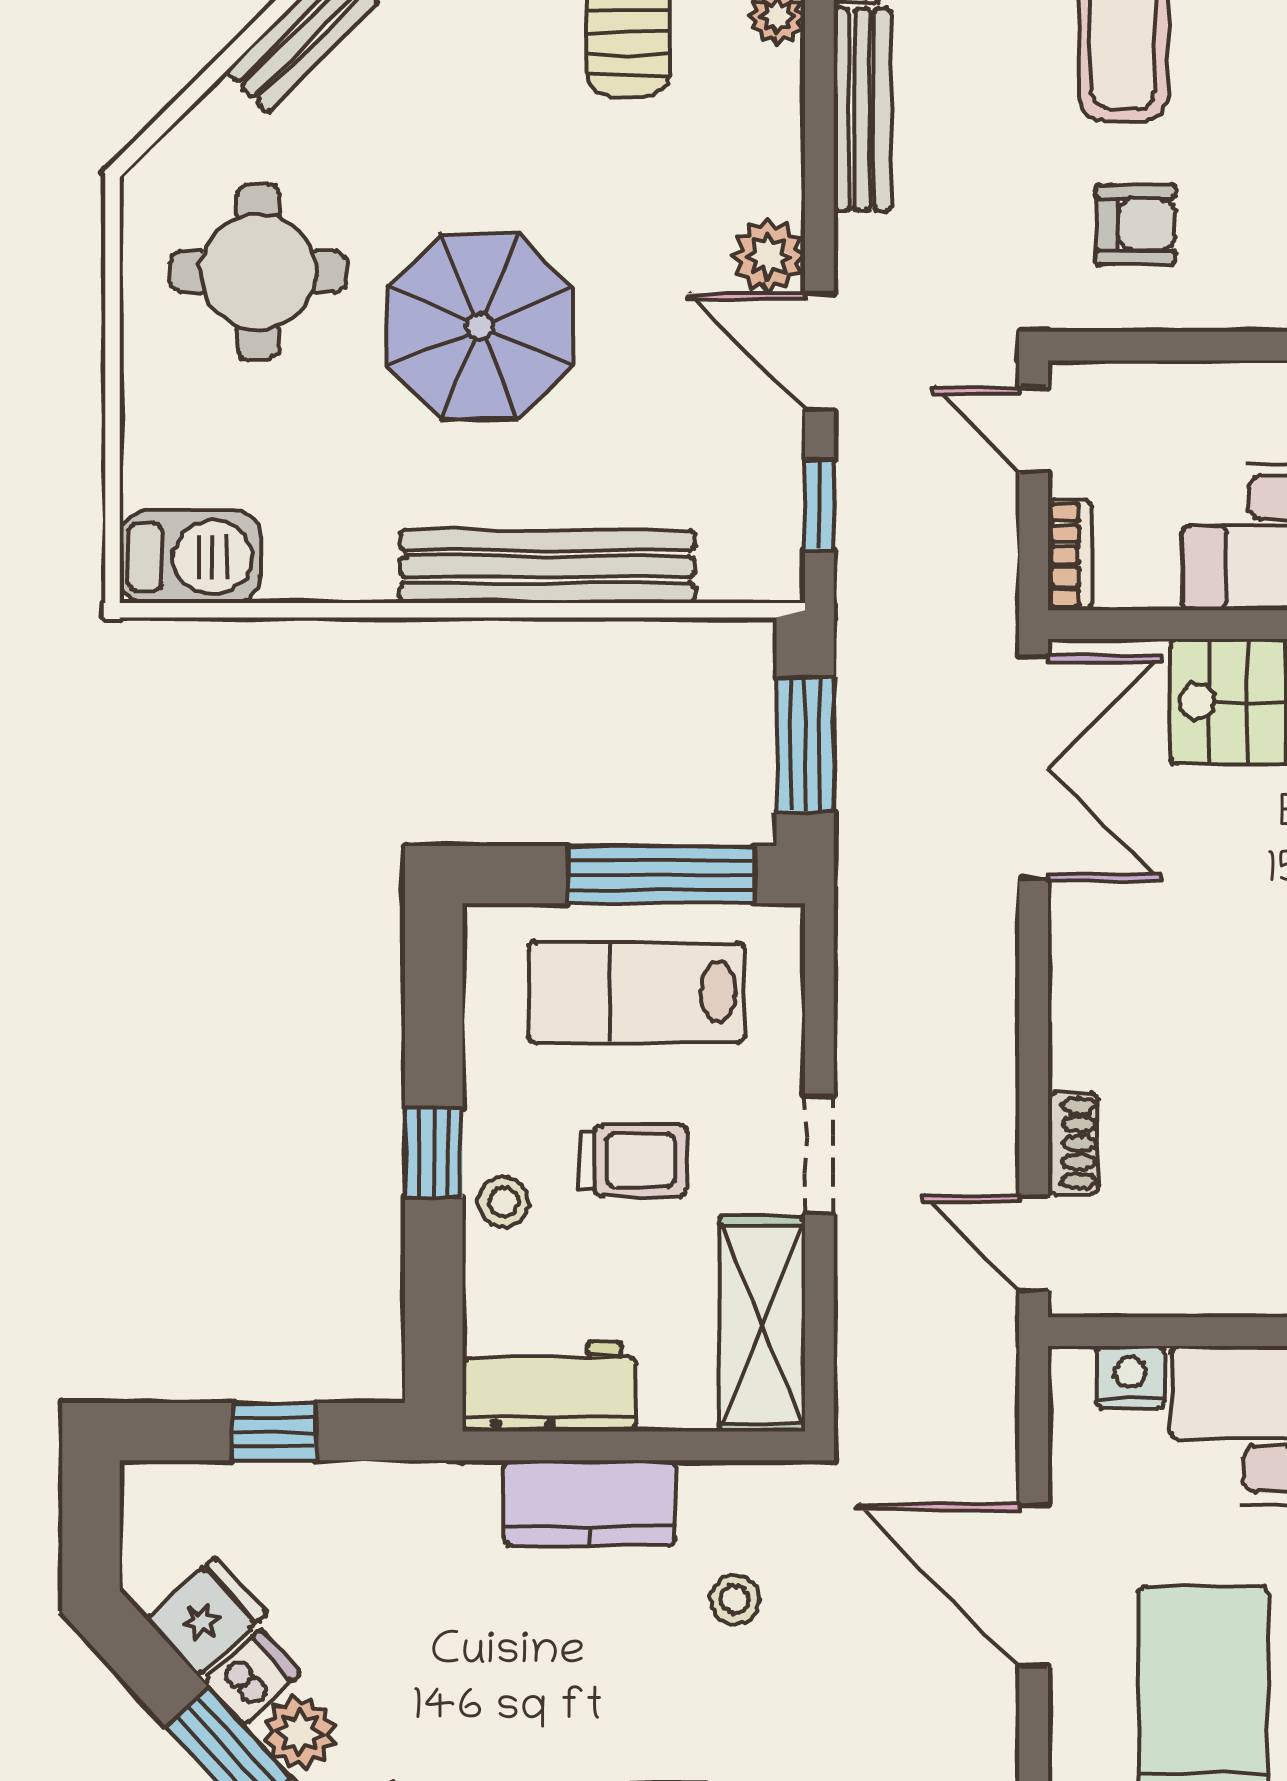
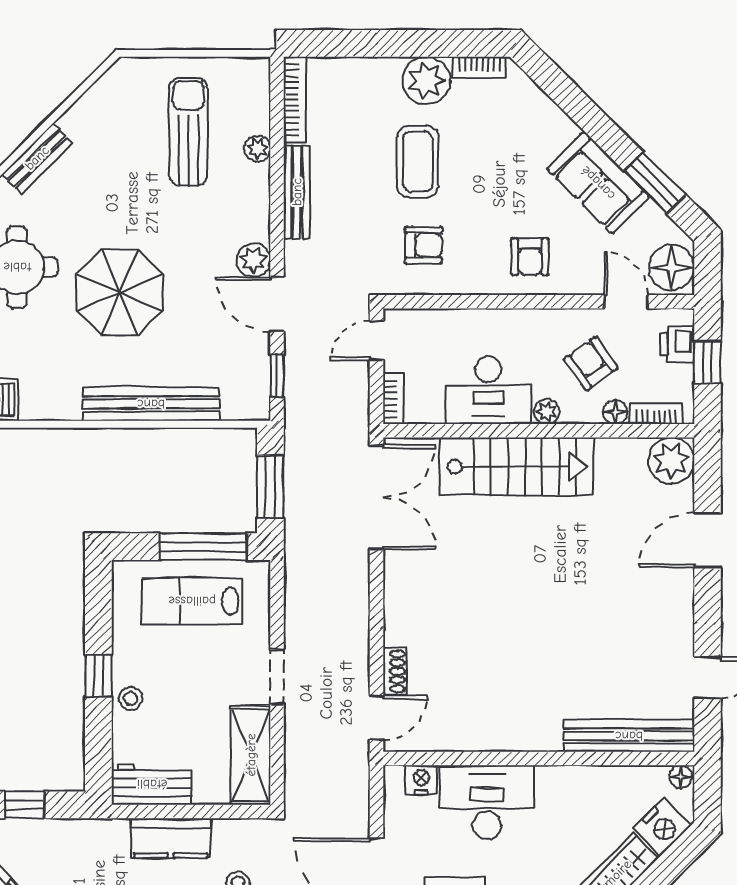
door: (1034, 430) -> (376, 340), hinge flipped
trolley: (633, 1160) -> (191, 679), removed
door: (1034, 1243) -> (376, 718), swing flipped

